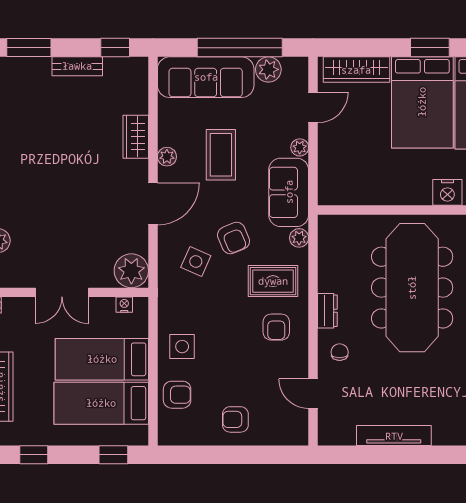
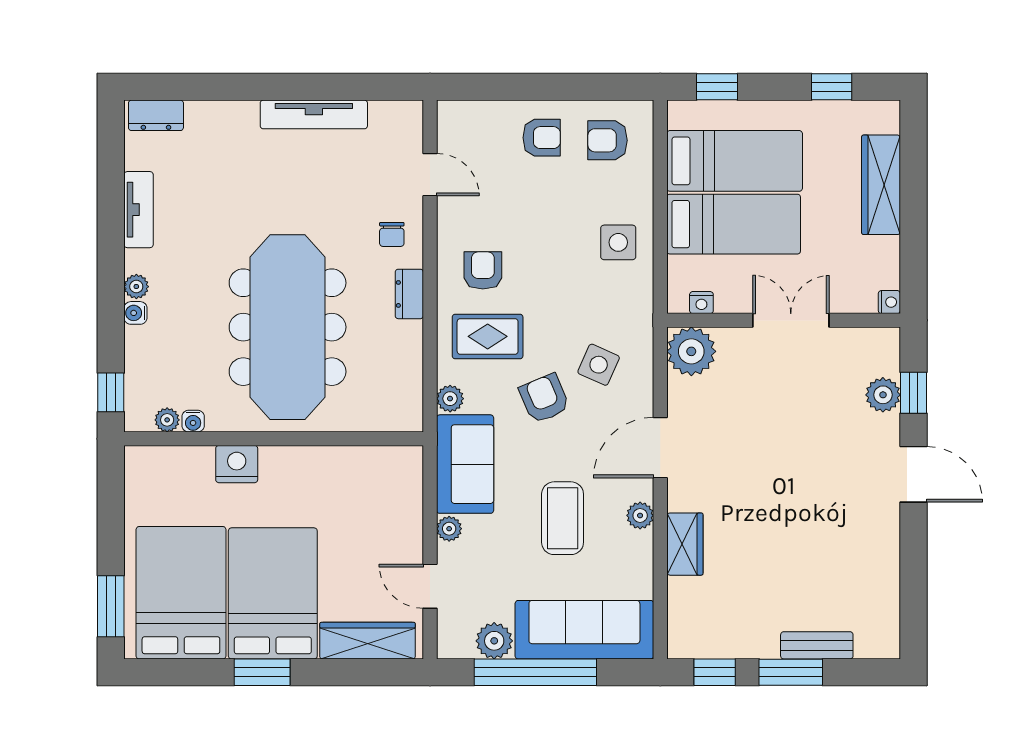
window: (29, 48) -> (791, 672), moved
bench: (77, 66) -> (817, 645), moved
door: (313, 107) -> (430, 586), hinge flipped
armchair: (177, 395) -> (608, 140), moved

